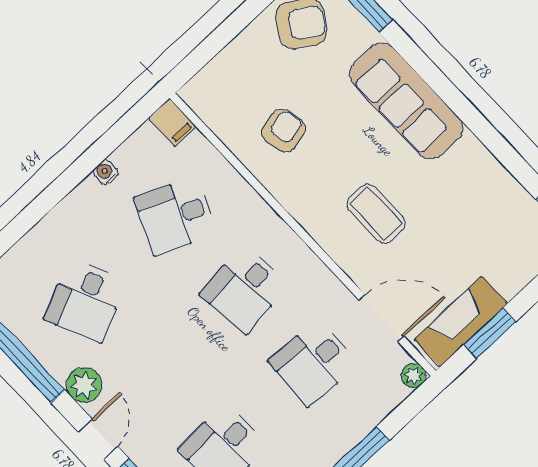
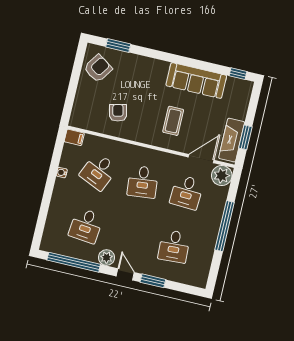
sofa: (406, 101) -> (196, 81), moved
coffee table: (376, 214) -> (173, 121), turned 90
desk: (85, 301) -> (86, 226), turned 30
plant: (414, 375) -> (222, 176), width x1.88, depth x1.88

